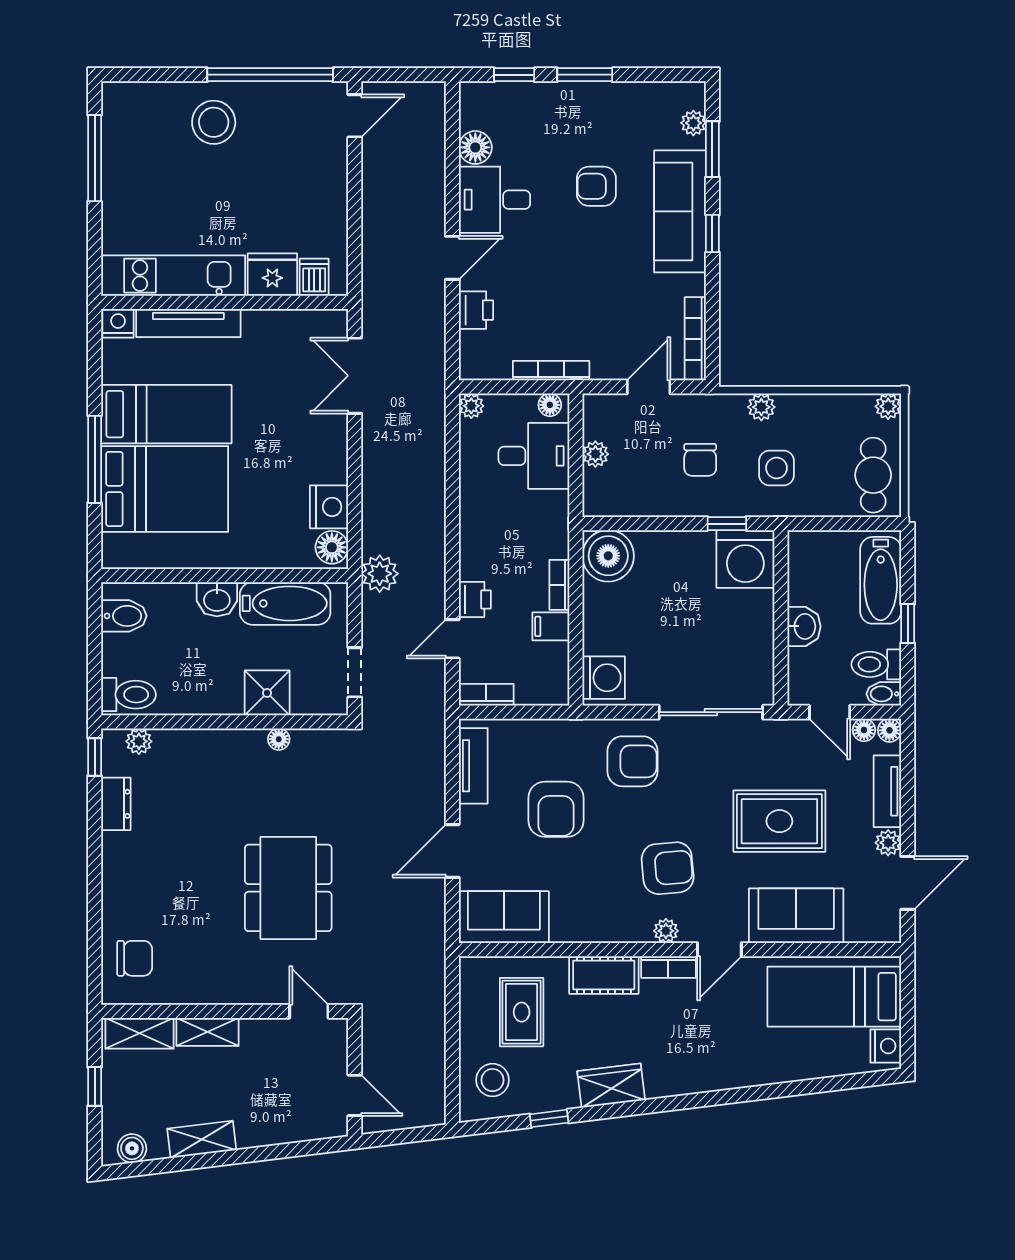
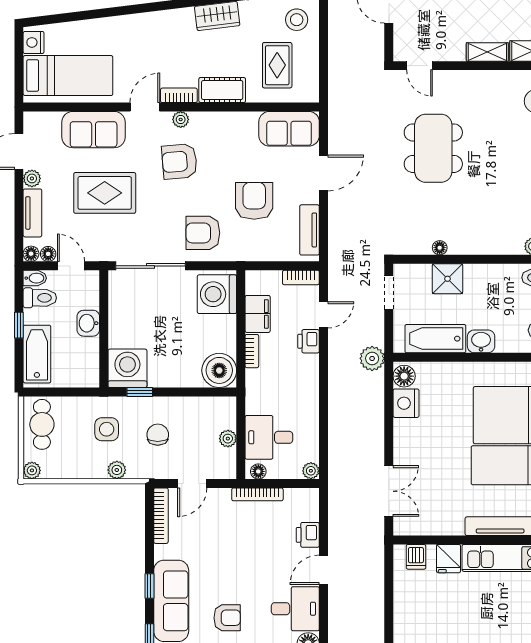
fridge: (272, 275) -> (449, 559), width x0.72
filing cabinet: (551, 626) -> (258, 314), width x2.00
washing machine: (604, 678) -> (217, 294), width x1.37, depth x1.37

